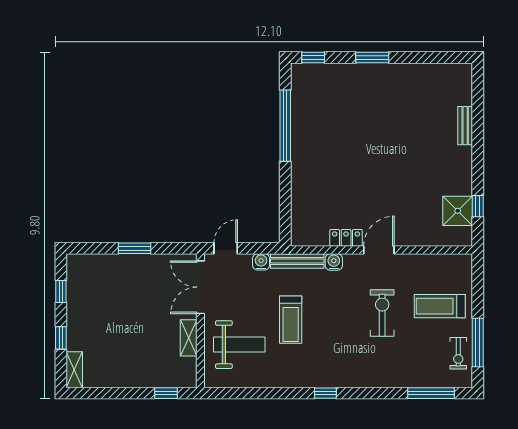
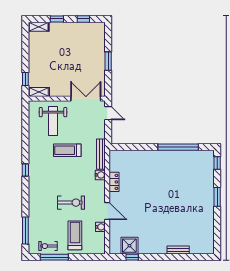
door: (379, 250) -> (107, 211), moved
water cooler: (261, 262) -> (100, 227), moved
shelving: (189, 338) -> (39, 92), moved

